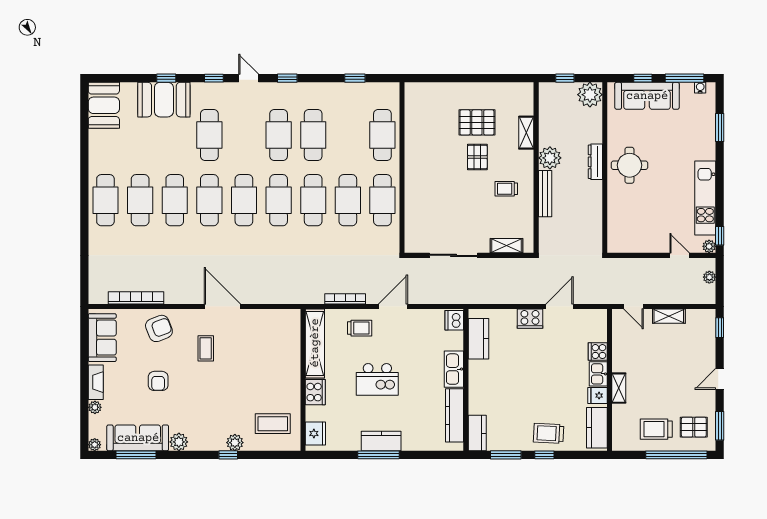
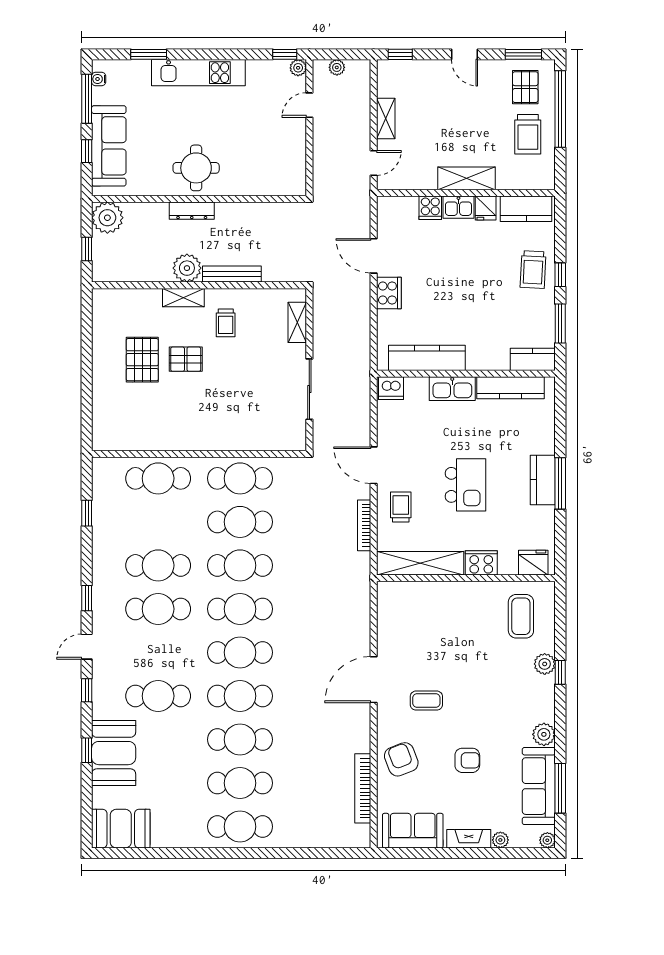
shelving: (526, 133) -> (183, 298), moved
kitchen unit: (705, 198) -> (198, 73), moved
kitchen counter: (478, 339) -> (427, 358), width x1.50
shelving: (619, 388) -> (467, 178), width x1.50, depth x1.33

